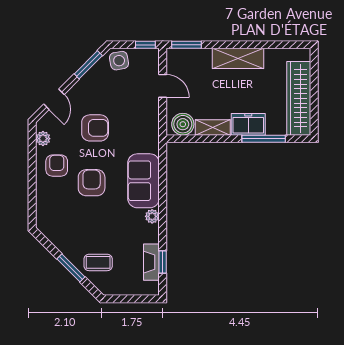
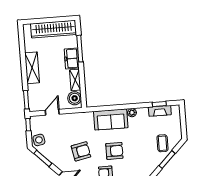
armchair: (95, 128) -> (81, 151), turned 79
armchair: (92, 183) -> (114, 151), turned 180

